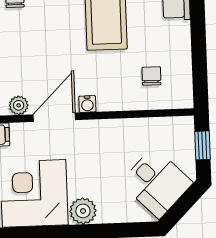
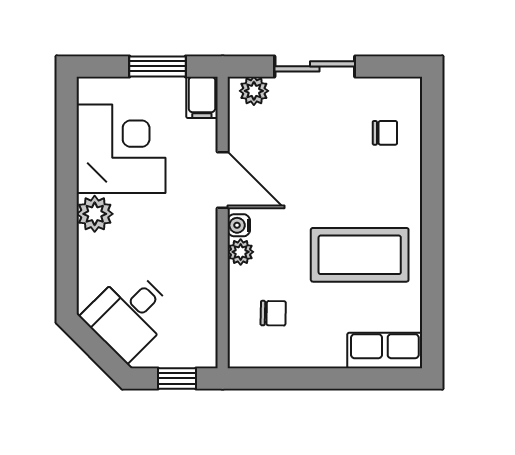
plant: (19, 105) -> (241, 252), moved

